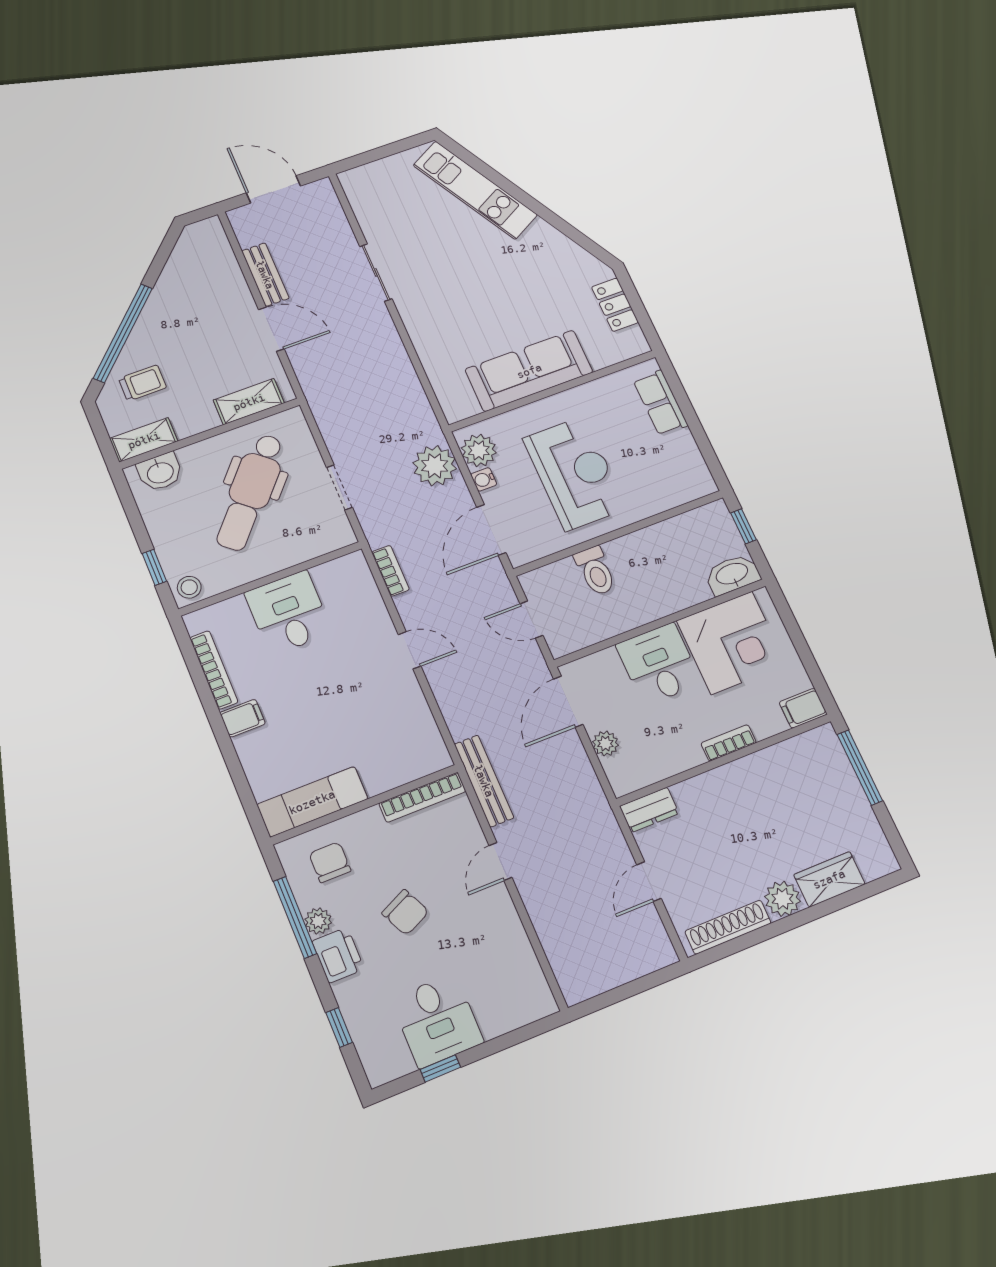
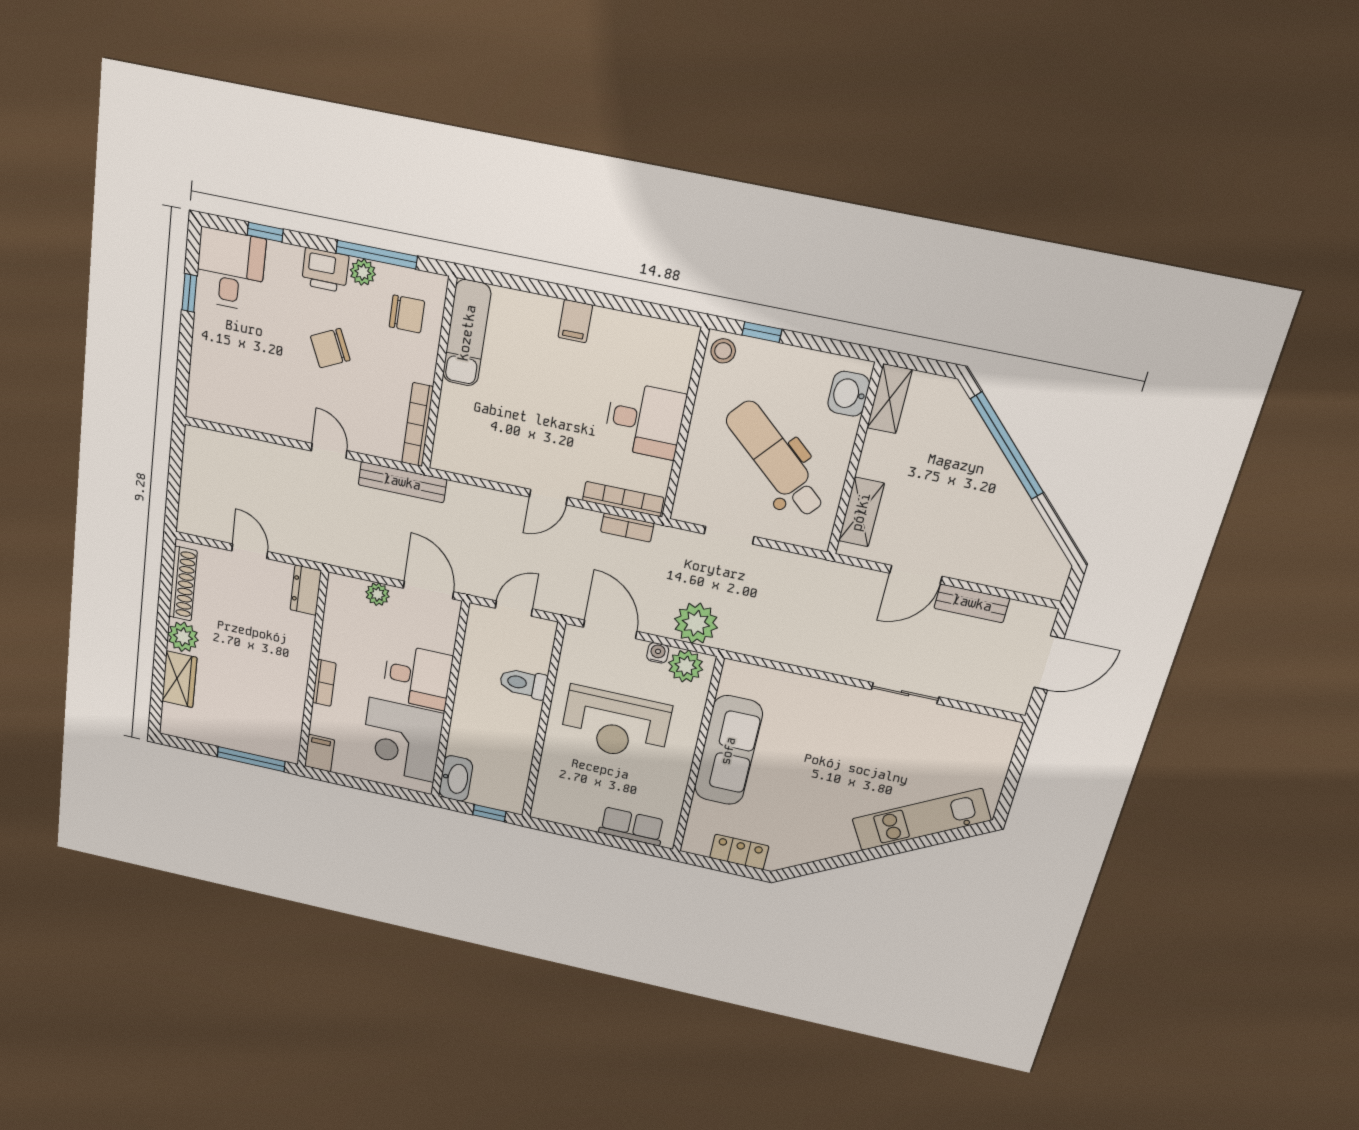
trolley: (142, 383) -> (945, 432), removed
bookcase: (214, 670) -> (623, 499), moved, turned 180
desk: (437, 1020) -> (230, 270), moved, turned 90

